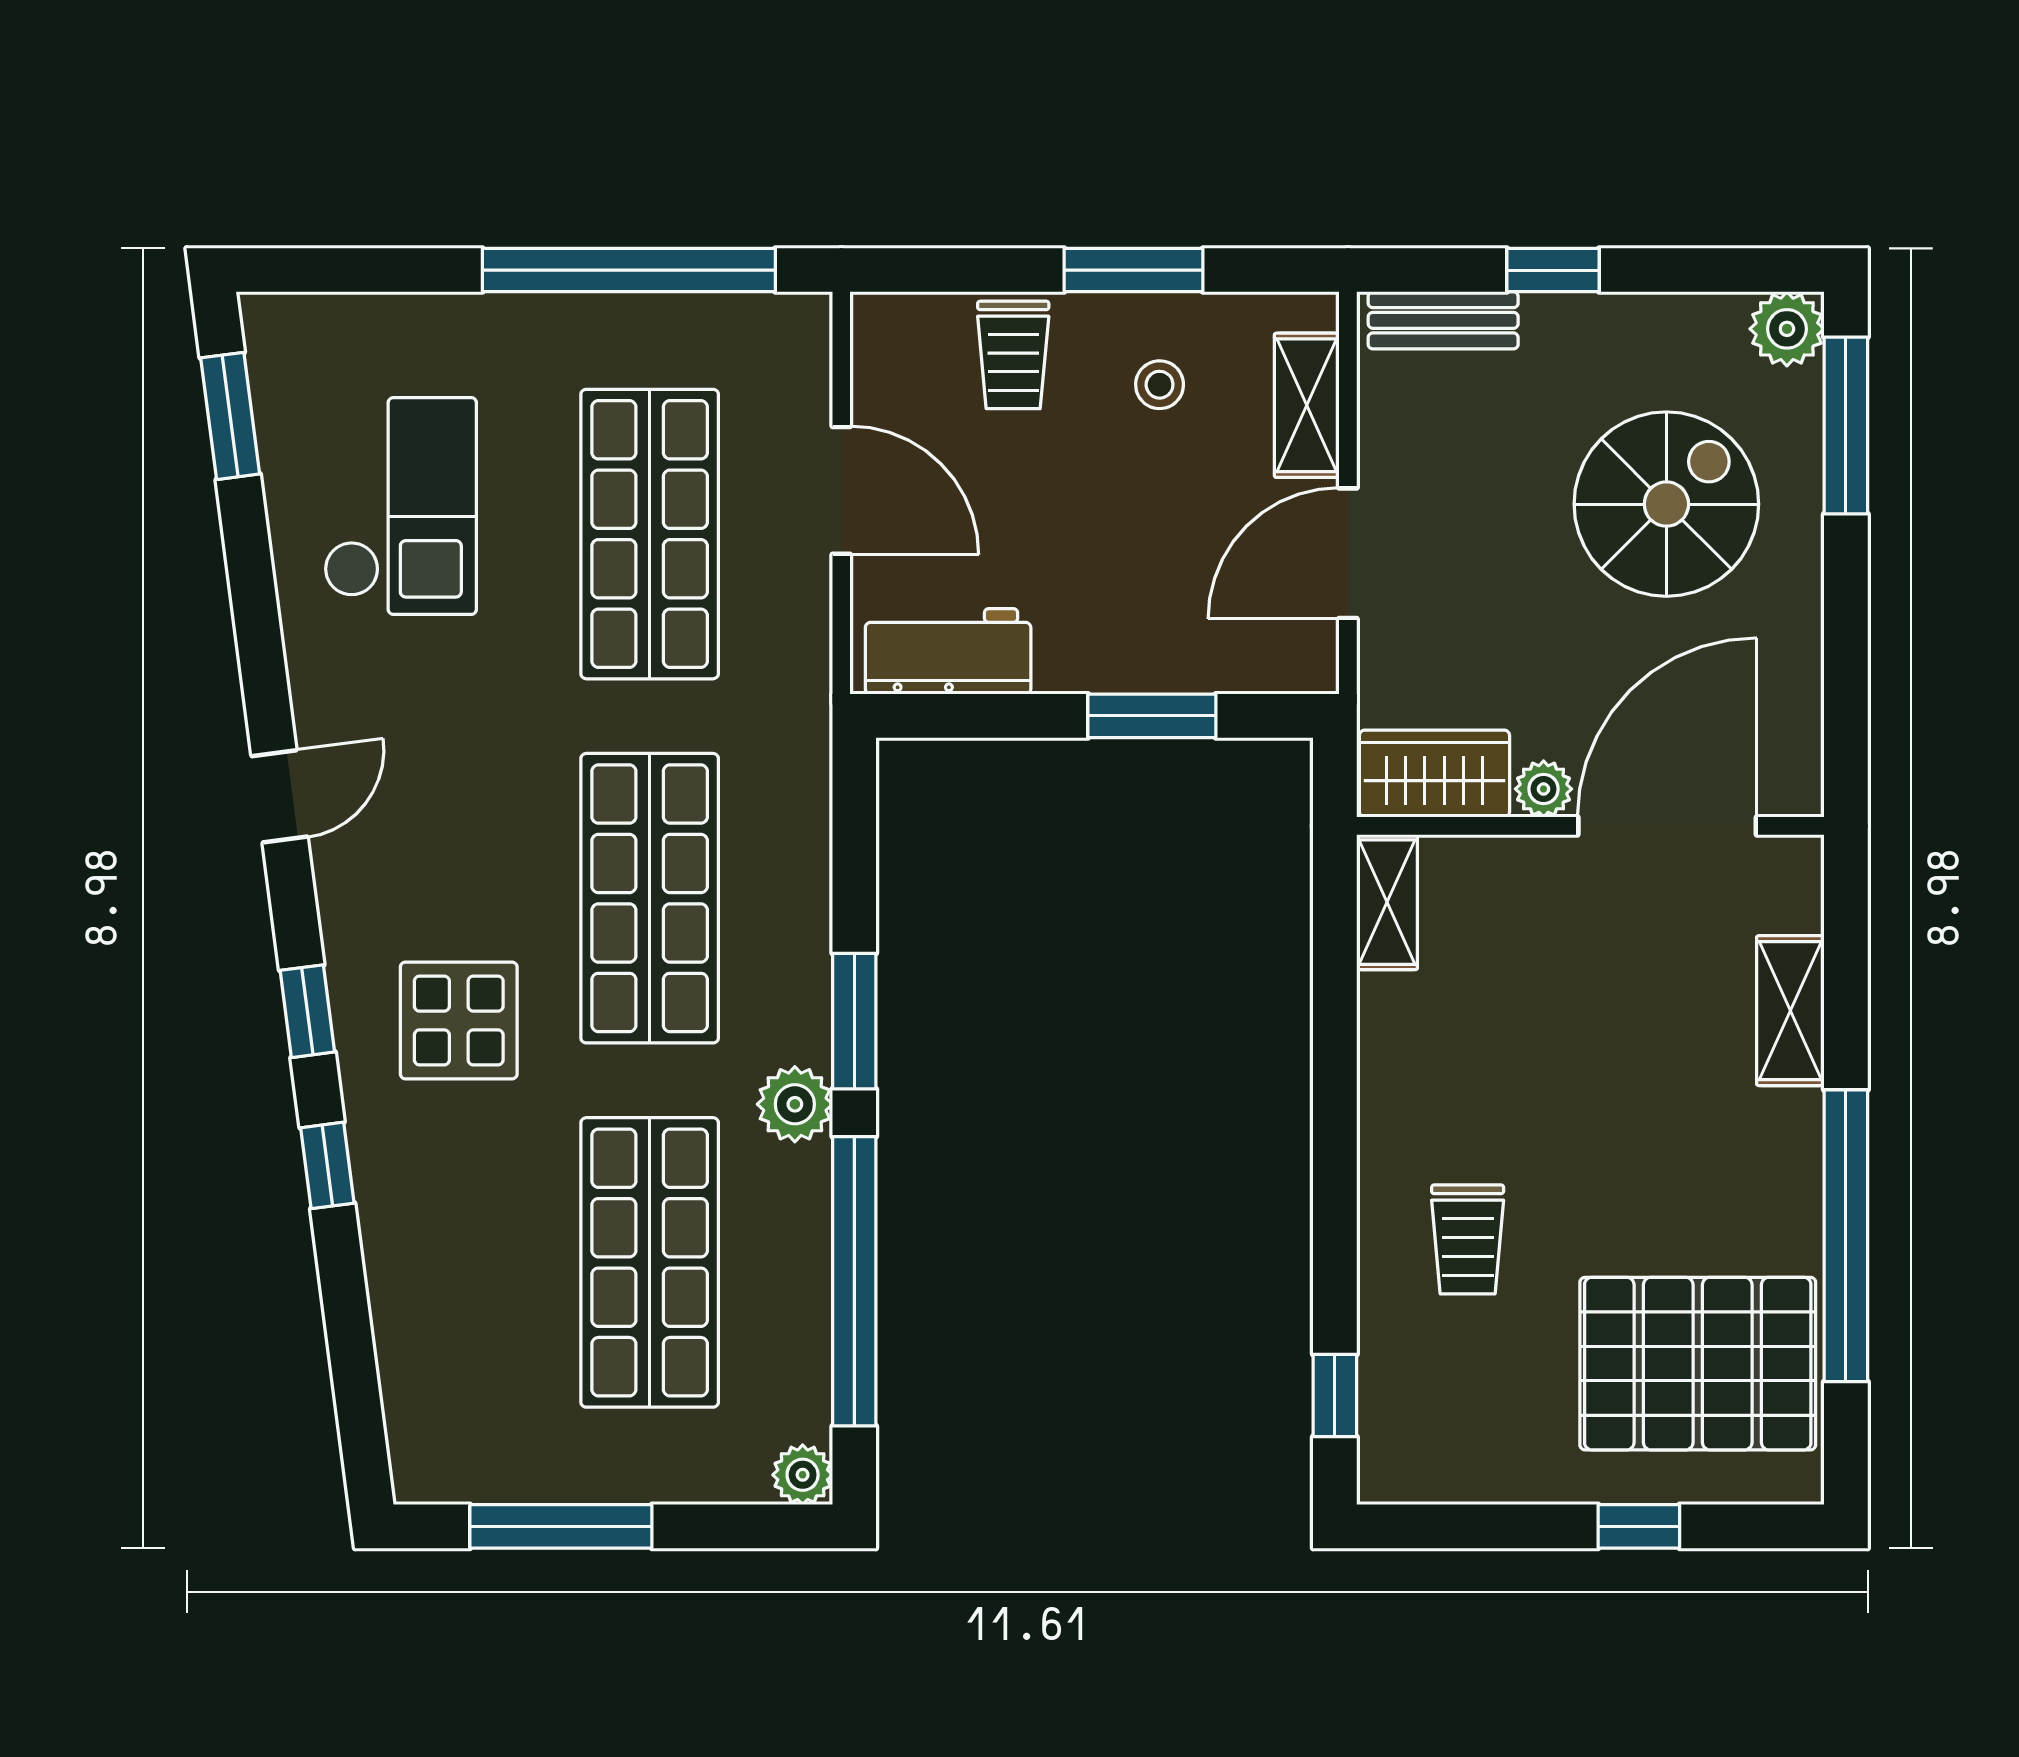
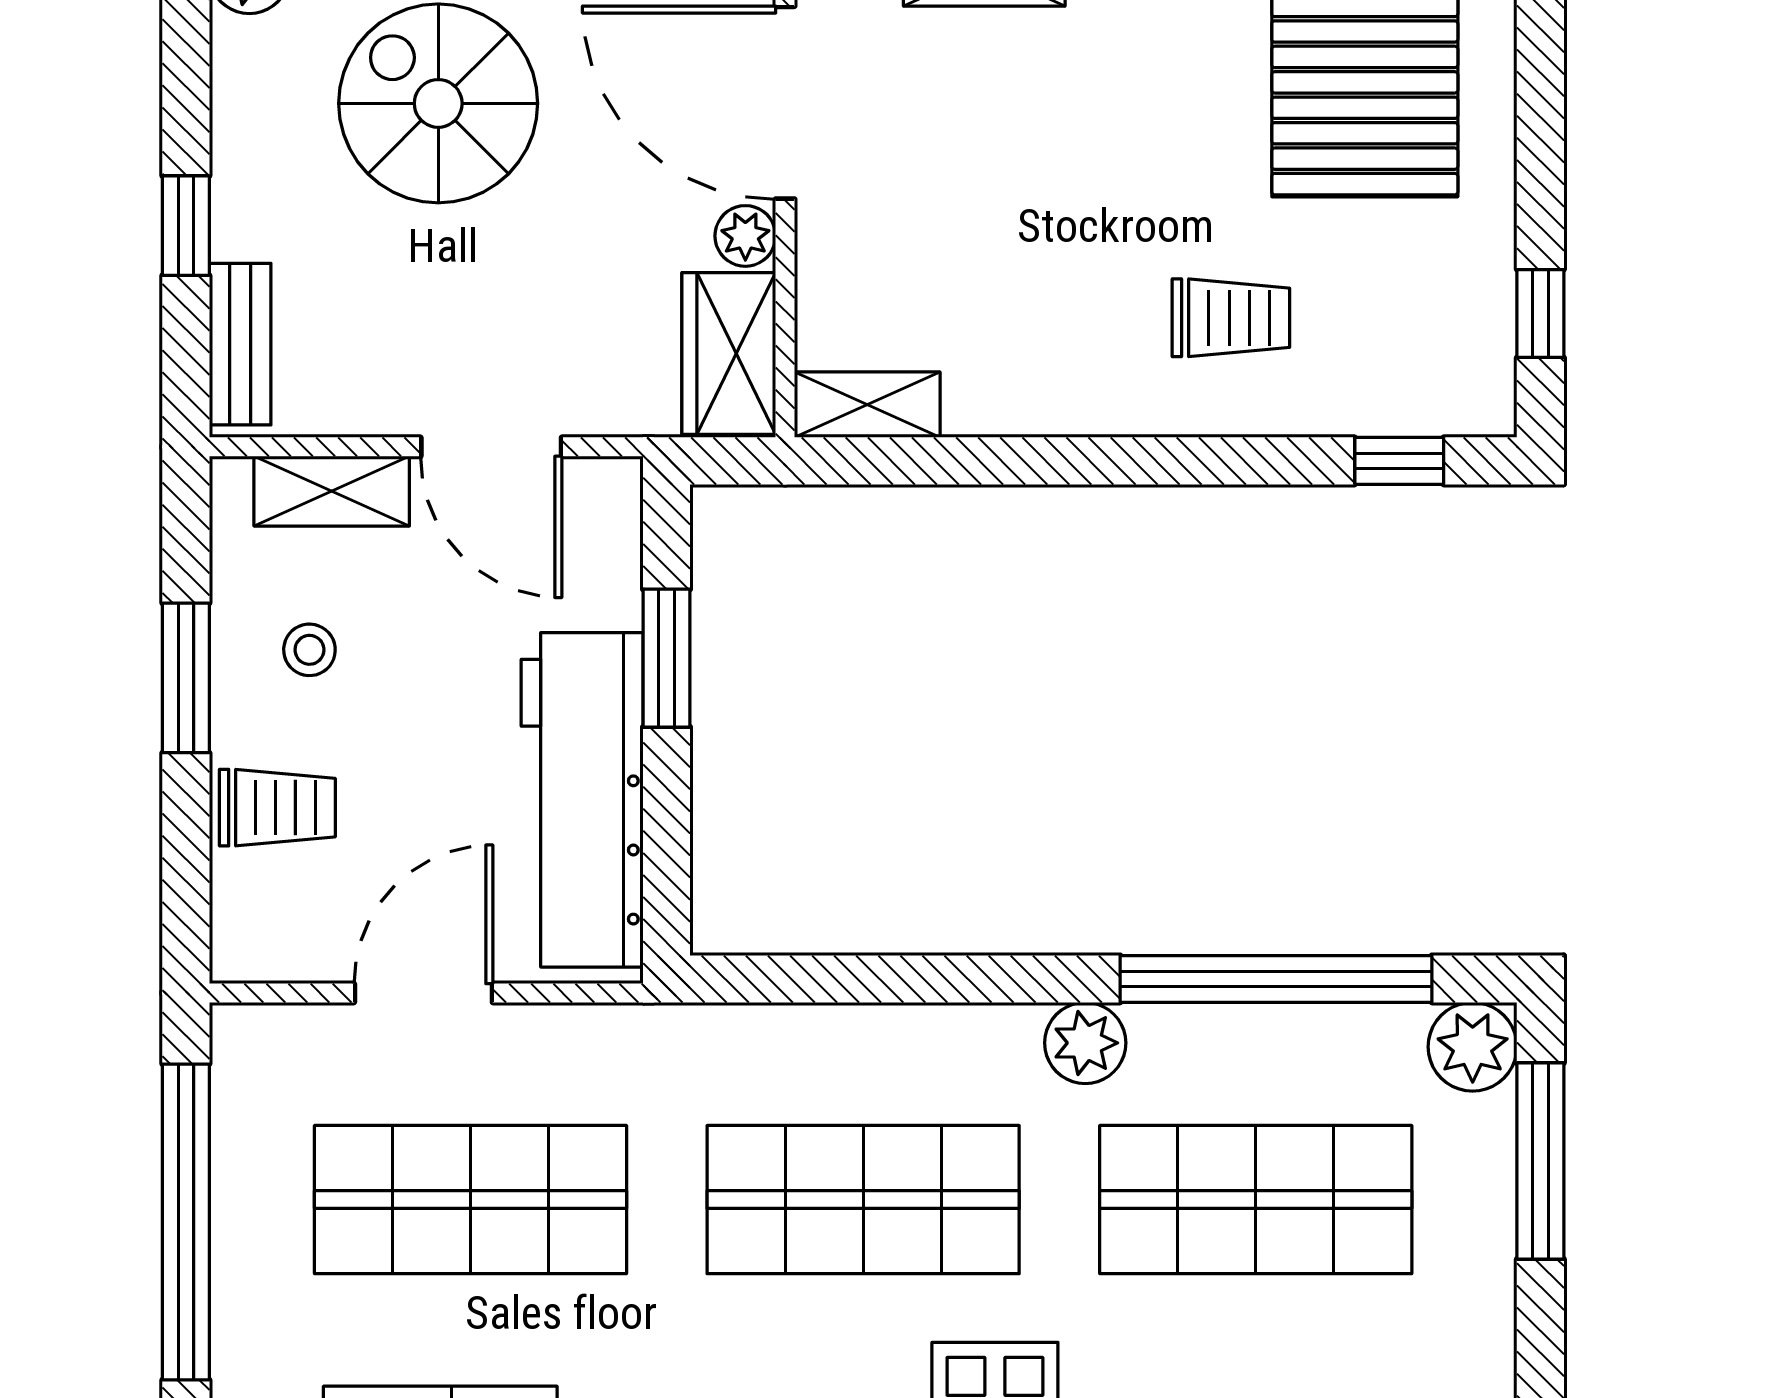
workbench: (948, 651) -> (582, 800), width x1.88, depth x1.32
window: (854, 1021) -> (996, 979), removed
plant: (803, 1475) -> (1473, 1047), width x1.38, depth x1.38
window: (561, 1526) -> (1540, 1161), moved
window: (1639, 1526) -> (1540, 313), moved

